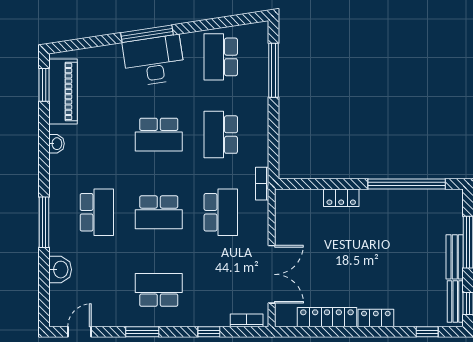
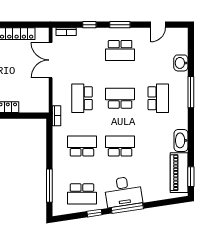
window: (201, 26) -> (94, 213), added
school desk: (221, 57) -> (82, 194), turned 90
school desk: (221, 135) -> (82, 146), turned -90
washbasin: (56, 144) -> (181, 140), width x1.91, depth x1.45
school desk: (97, 212) -> (158, 98), turned 180
door: (79, 332) -> (158, 25), moved
window: (142, 332) -> (120, 25), moved

